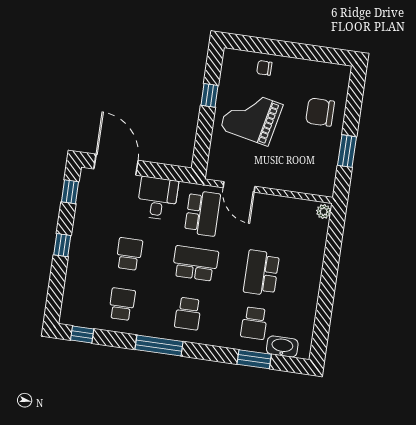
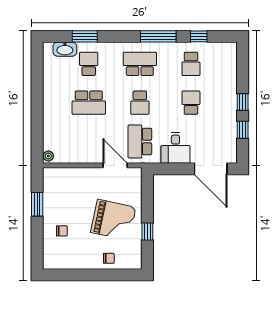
chair: (320, 112) -> (62, 231), width x0.54, depth x0.54
window: (70, 192) -> (243, 130), moved
school desk: (129, 254) -> (191, 103), turned 180
school desk: (195, 263) -> (140, 103), width x0.54
school desk: (261, 273) -> (89, 103), turned 90
school desk: (188, 314) -> (140, 64), width x1.85
window: (82, 334) -> (199, 36), moved

